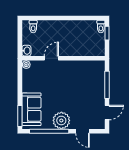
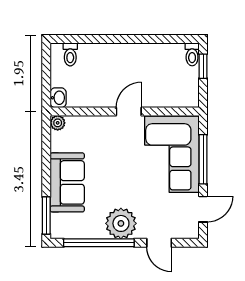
door: (51, 58) -> (129, 111), moved
corner sofa: (90, 82) -> (172, 154), added
sofa: (32, 109) -> (67, 182), moved

